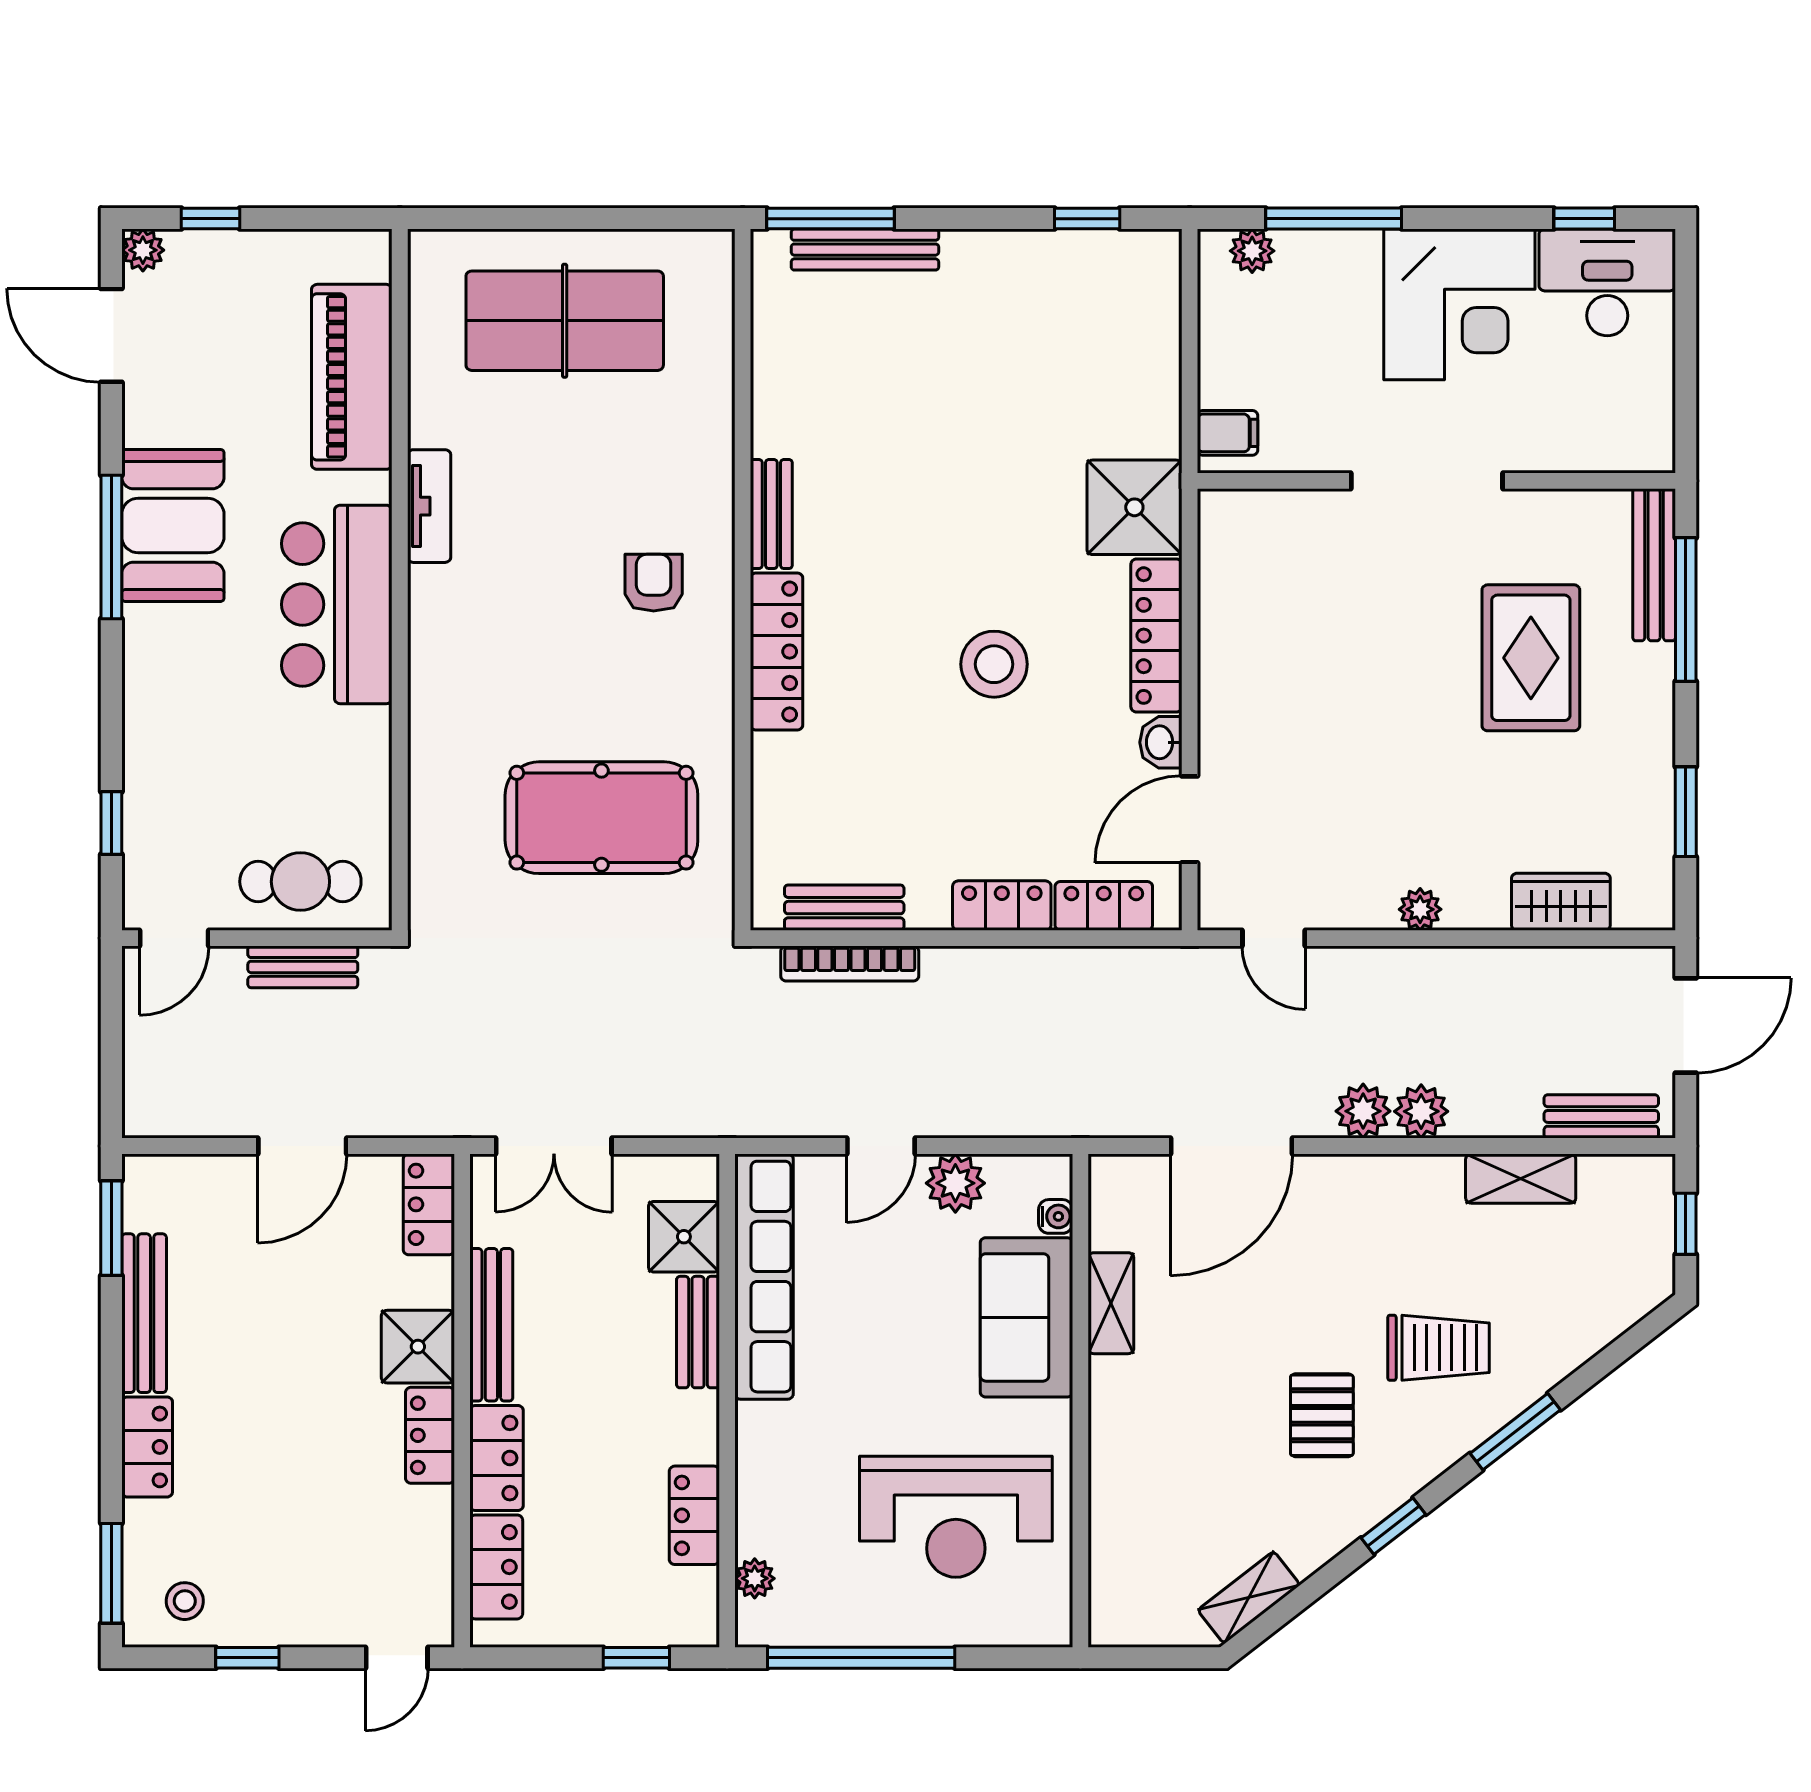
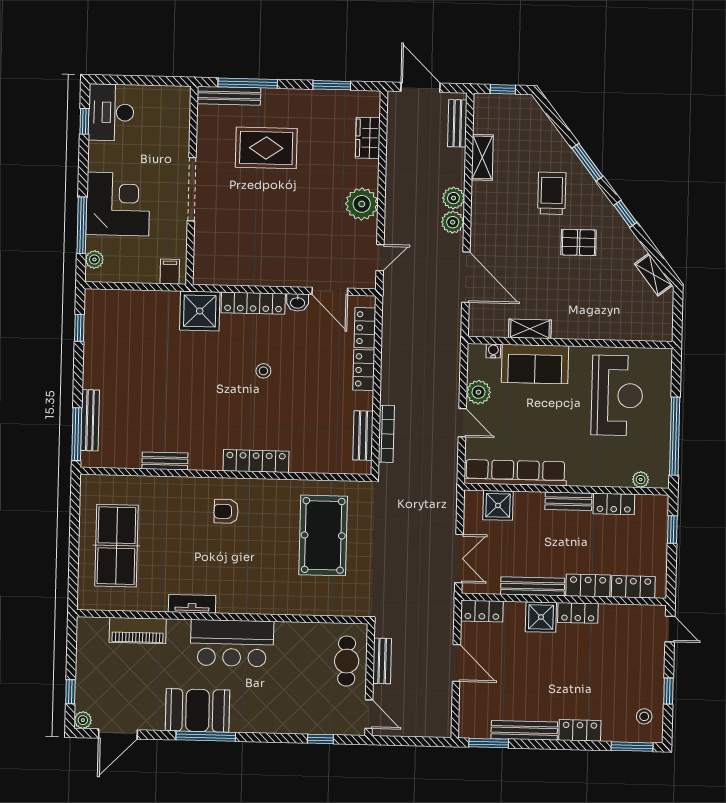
corner desk: (1459, 304) -> (118, 204), moved
piano: (352, 377) -> (138, 631), width x0.73, depth x0.75
bench: (771, 514) -> (165, 461), moved
stool: (994, 664) -> (263, 371), width x0.53, depth x0.53
plant: (1420, 909) -> (362, 204), width x1.88, depth x1.88
bench: (698, 1332) -> (568, 501), moved

